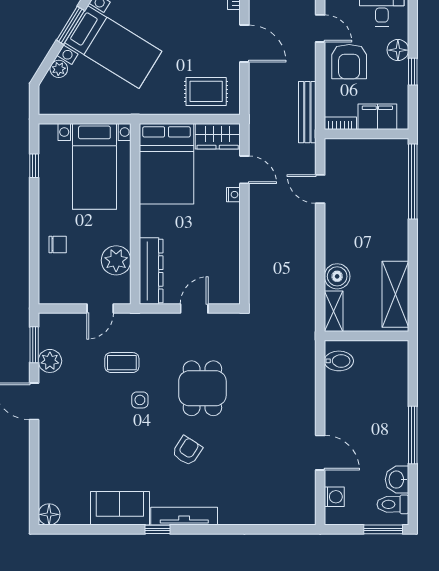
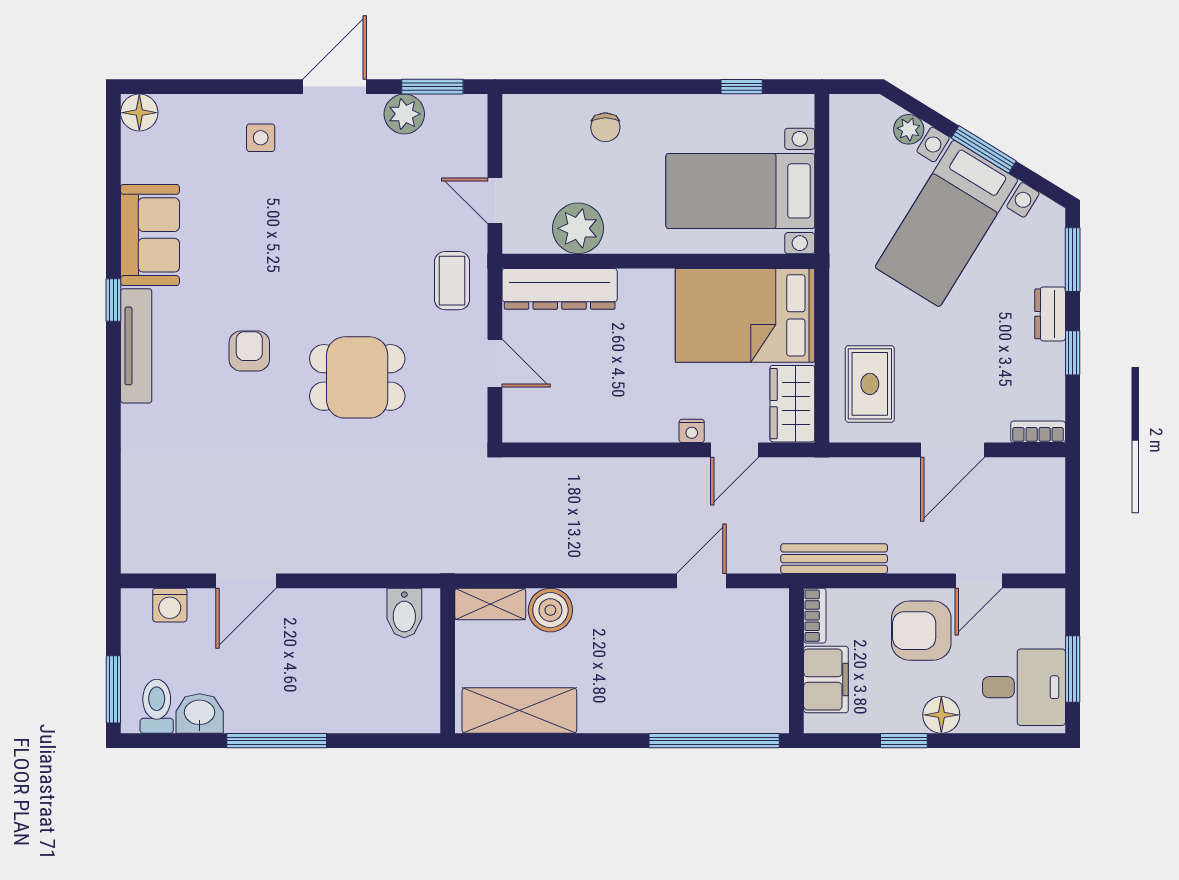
coffee table: (122, 363) -> (452, 281), moved
side table: (140, 400) -> (261, 138), moved
armchair: (187, 451) -> (249, 351), turned -123

